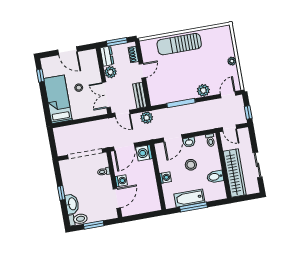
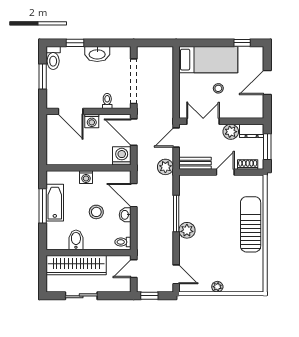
door: (142, 71) -> (225, 172), swing flipped
plant: (203, 90) -> (187, 230), moved
window: (61, 193) -> (75, 43), moved
washbasin: (72, 204) -> (97, 54), moved

